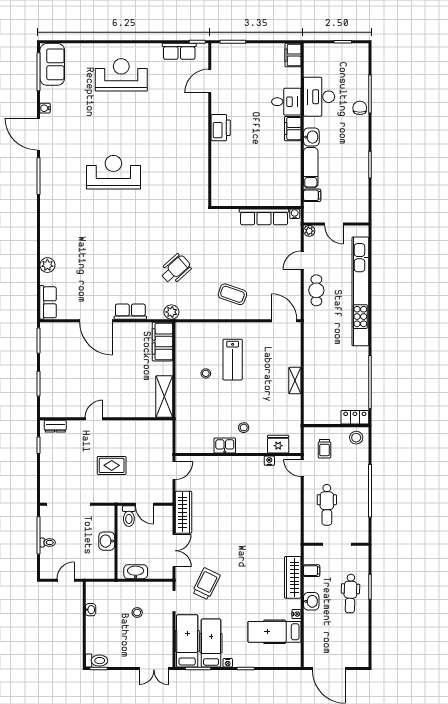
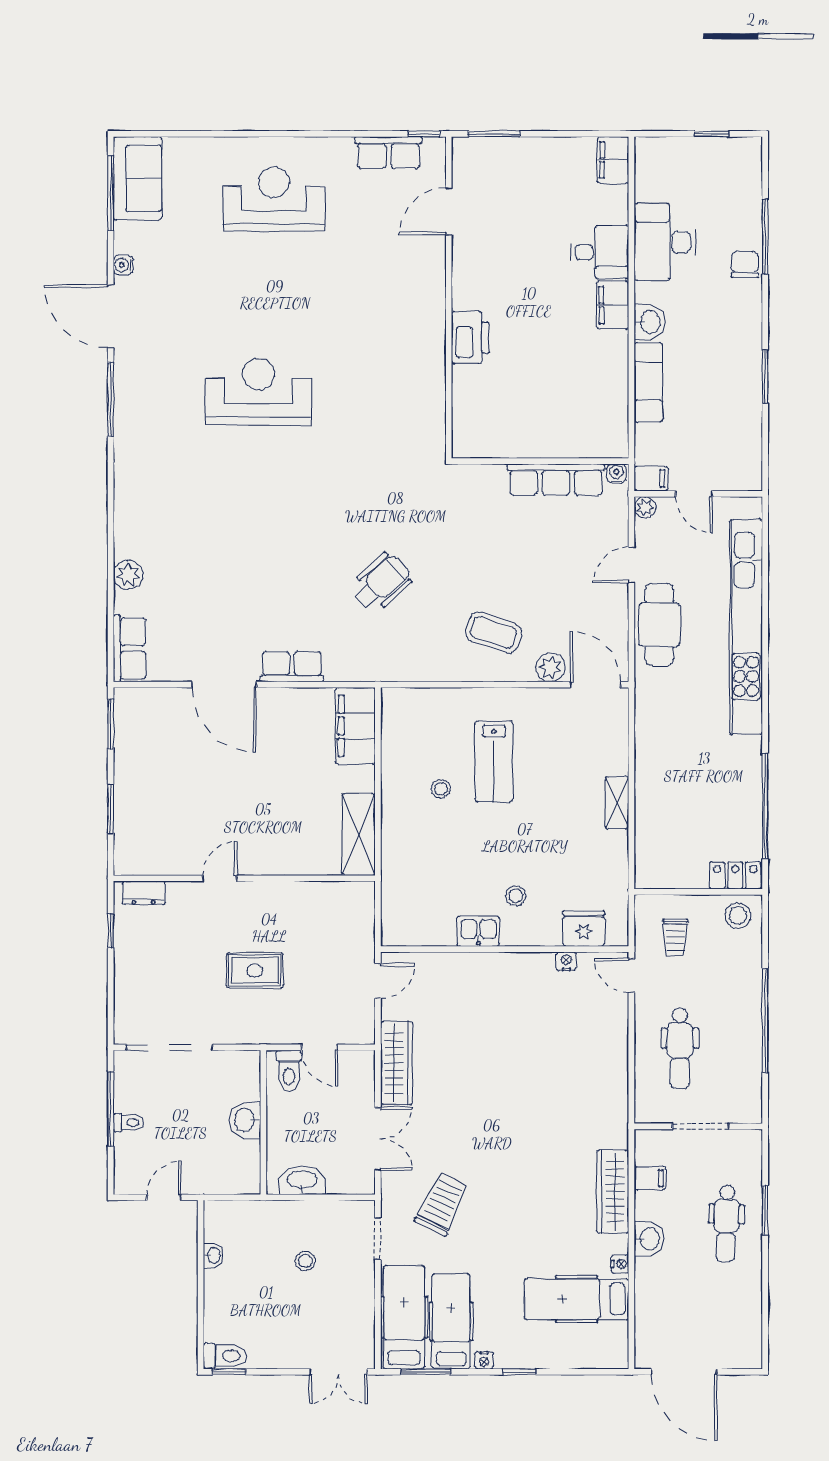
printer: (221, 128) -> (470, 338), moved
filing cabinet: (312, 195) -> (651, 479), moved
cafe table: (316, 290) -> (659, 625), width x1.37, depth x1.35
plant: (171, 312) -> (550, 667), moved

